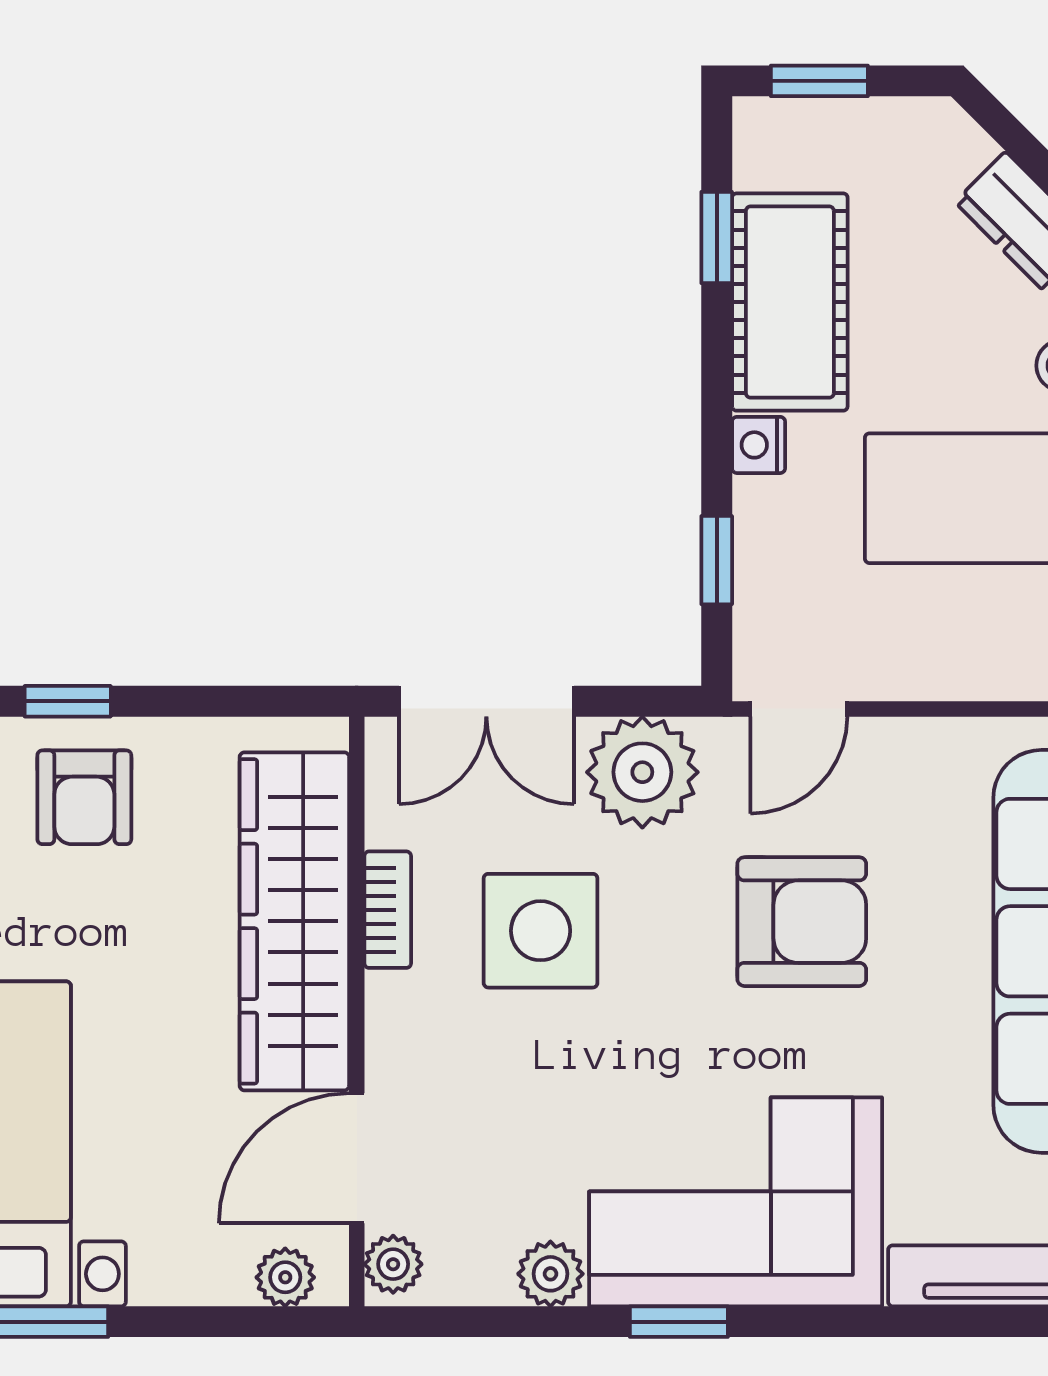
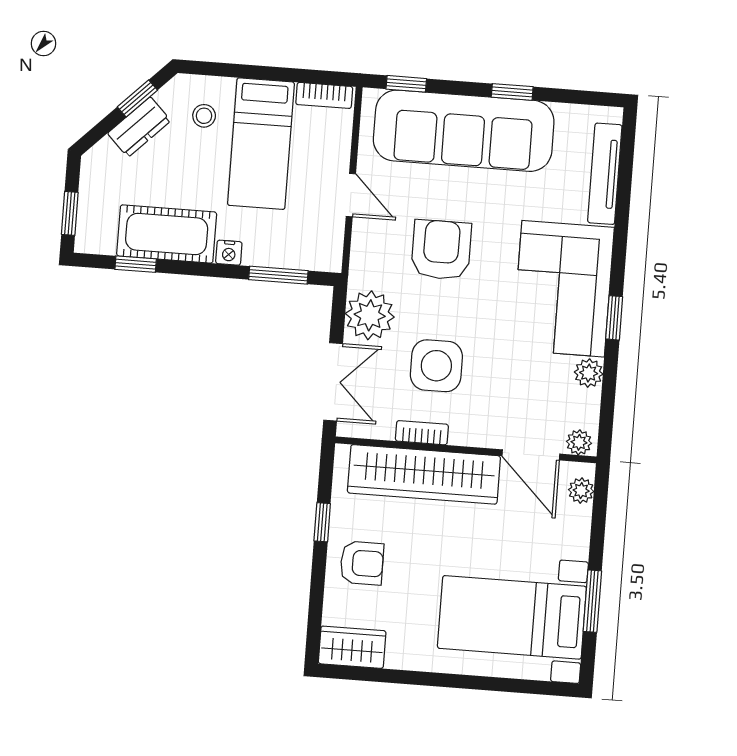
window: (717, 560) -> (278, 275), width x1.50
window: (68, 701) -> (322, 522), moved
door: (799, 709) -> (351, 195), moved

